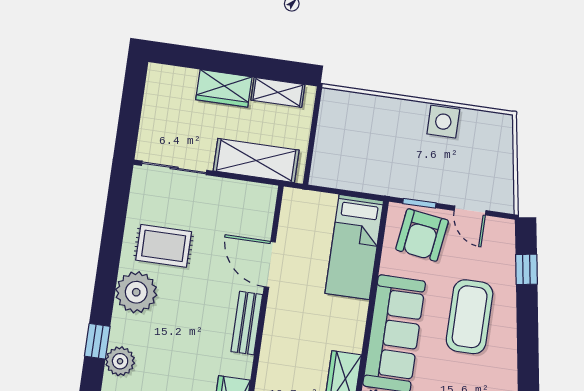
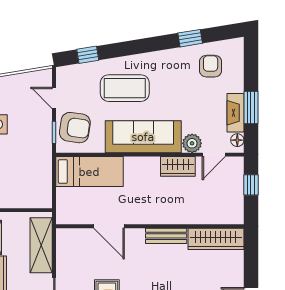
door: (470, 211) -> (54, 98), swing flipped
door: (270, 264) -> (109, 226), hinge flipped
bench: (247, 323) -> (166, 236), moved

